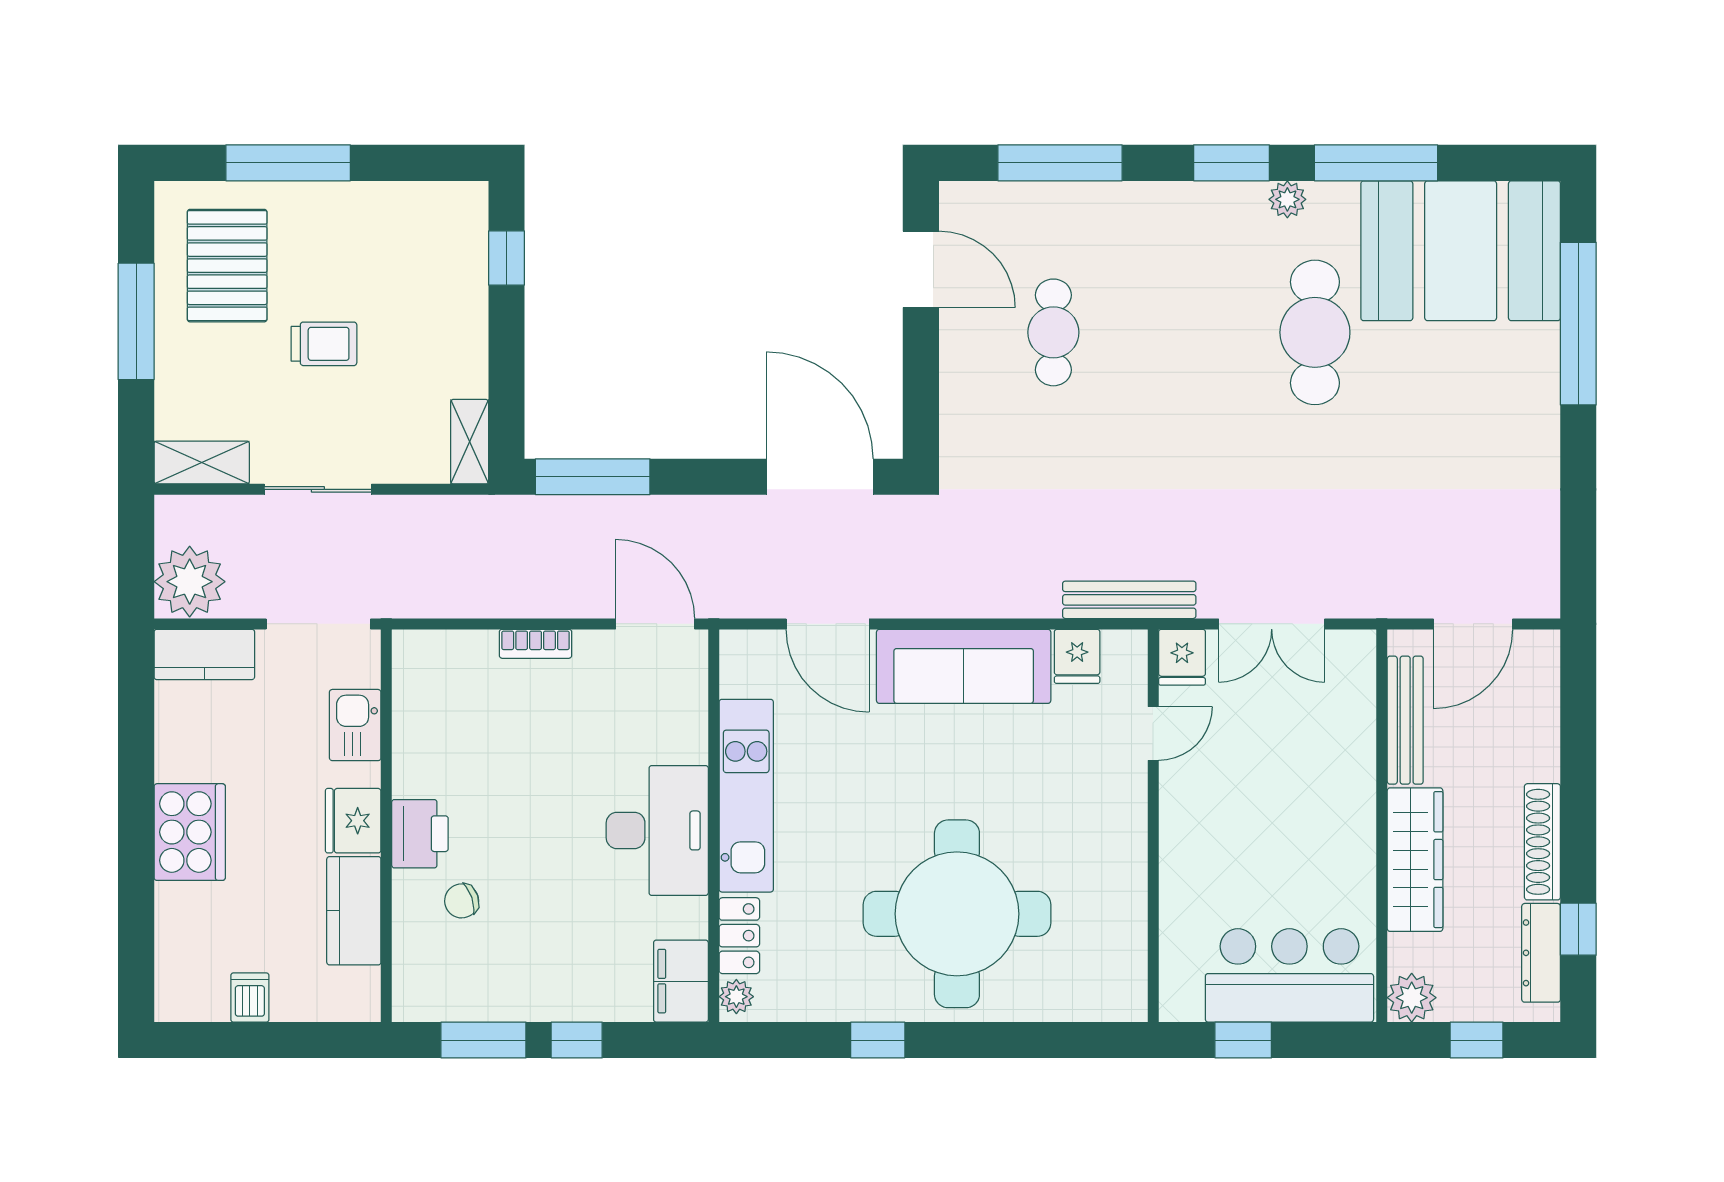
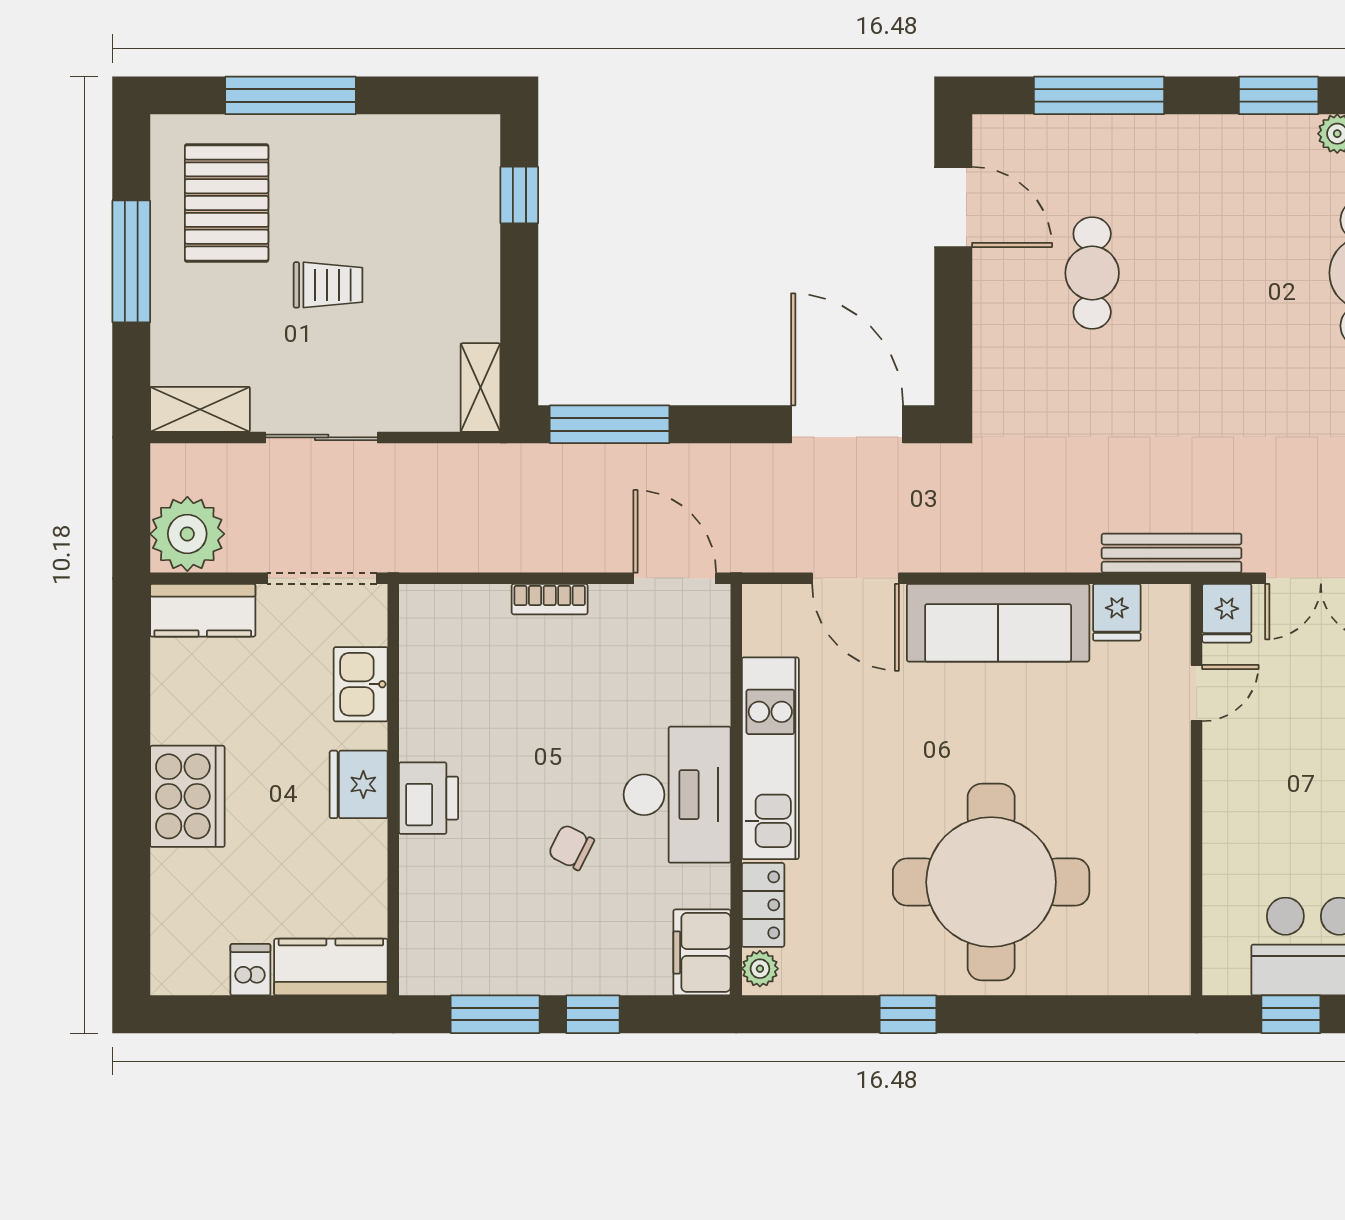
chair: (462, 901) -> (571, 847), moved, turned 46
kitchen counter: (354, 911) -> (331, 967), moved, turned 90

